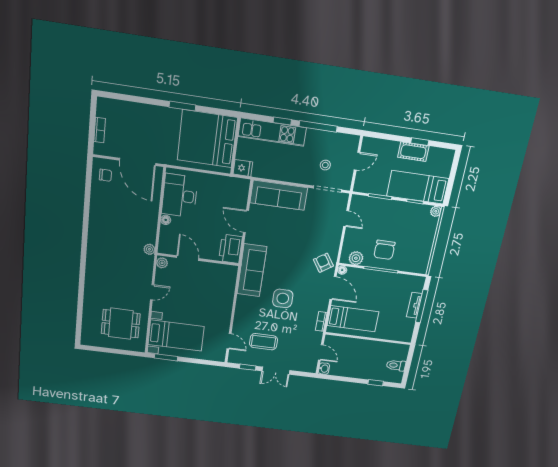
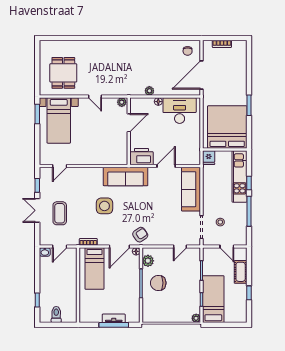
cot: (413, 152) -> (241, 272), moved
plant: (149, 249) -> (149, 91), moved
coffee table: (264, 342) -> (60, 213), moved

